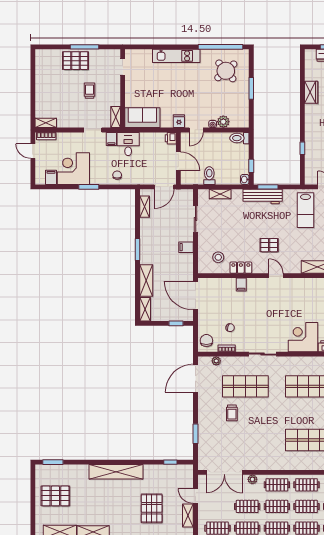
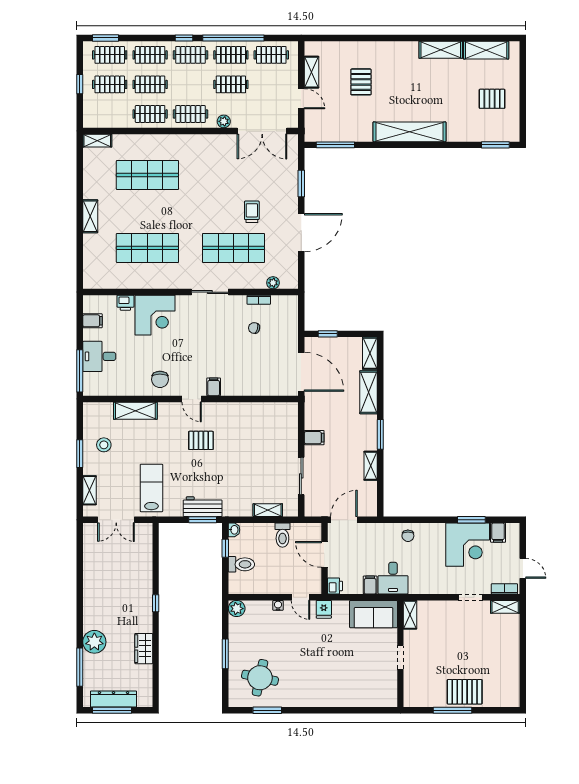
window: (220, 47) -> (267, 710), width x0.47
kitchen unit: (176, 56) -> (328, 698), removed
doorway: (123, 67) -> (400, 657), moved
round table: (226, 71) -> (260, 678), turned -37
trolley: (89, 91) -> (446, 651), removed
plant: (223, 122) -> (237, 609), moved
doorway: (93, 130) -> (471, 597), moved
door: (196, 130) -> (301, 597), swing flipped
toilet: (239, 138) -> (241, 564), moved
filing cabinet: (111, 139) -> (370, 585), moved
window: (302, 148) -> (156, 603), moved
window: (89, 187) -> (471, 520), moved
workbench: (263, 196) -> (203, 507), width x0.73
shelving: (145, 207) -> (371, 466), moved
stool: (218, 257) -> (270, 424), removed
locker: (241, 268) -> (239, 410), removed
filing cabinet: (241, 284) -> (214, 387), moved
chair: (206, 340) -> (160, 379), moved
door: (196, 378) -> (301, 233), moved
window: (170, 462) -> (335, 145), width x2.17
double door: (224, 472) -> (262, 131), swing flipped
pallet: (55, 496) -> (492, 99), width x0.67, depth x0.71
clothes rail: (277, 506) -> (190, 84), removed
pallet: (152, 508) -> (361, 82), width x0.67, depth x0.71

